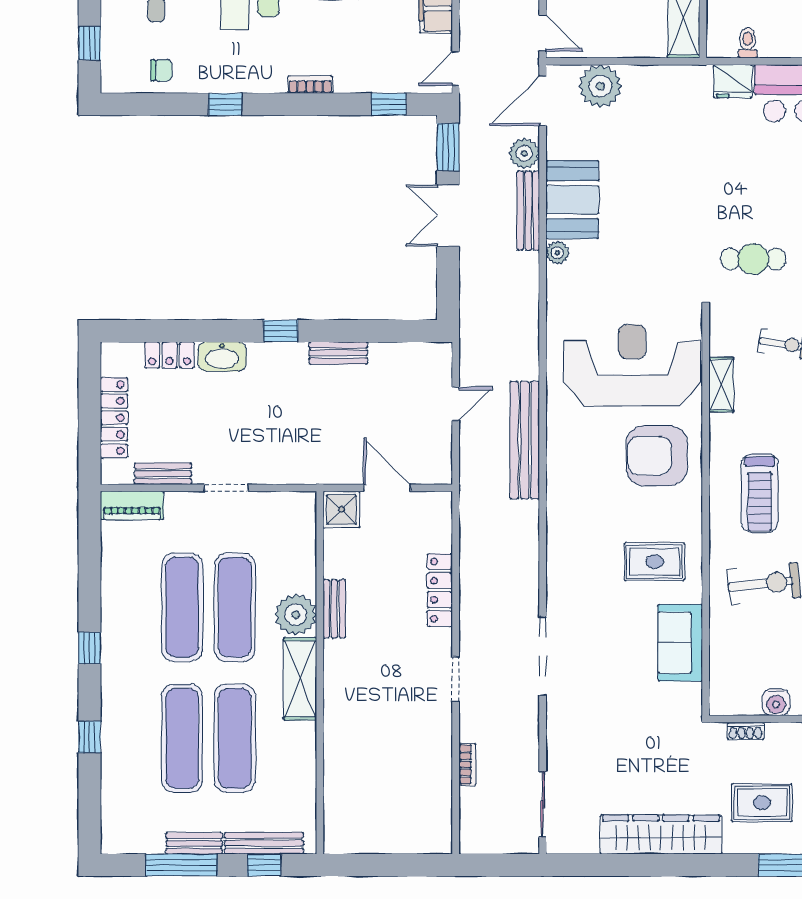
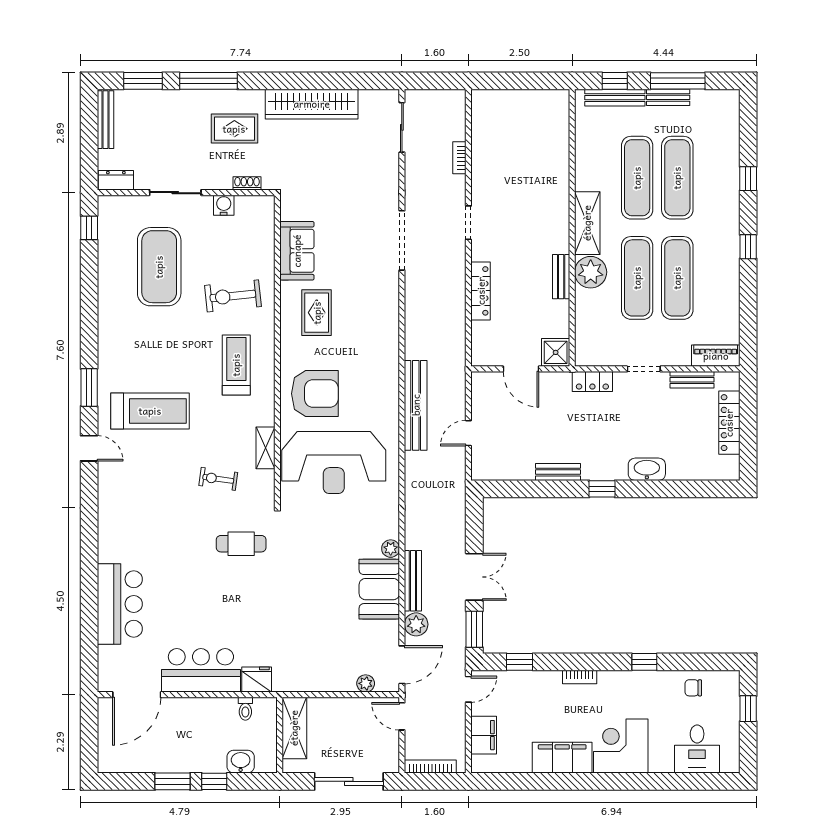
plant: (600, 86) -> (366, 683), width x0.53, depth x0.53
locker: (170, 355) -> (592, 382), moved, turned 180
rug: (654, 562) -> (317, 313), turned 90

